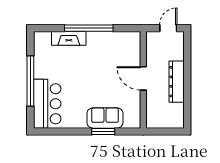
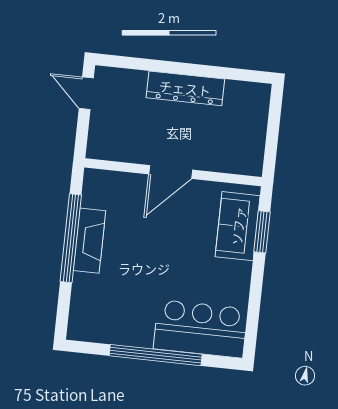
fireplace: (69, 38) -> (89, 241), moved
door: (143, 78) -> (171, 172), moved
wall: (143, 80) -> (173, 172), moved

